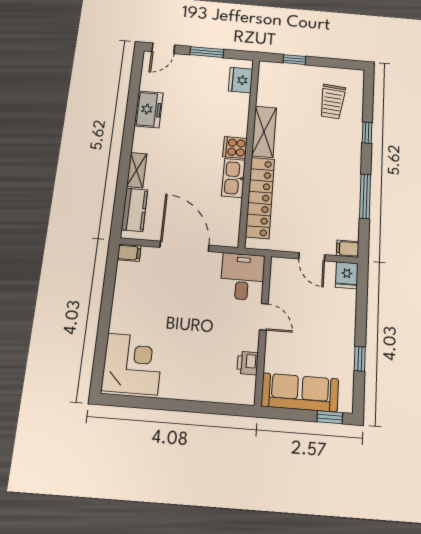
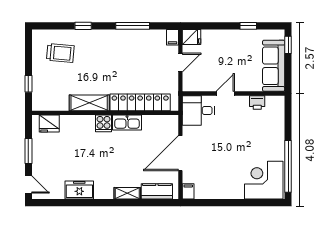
window: (149, 403) -> (288, 166), added

